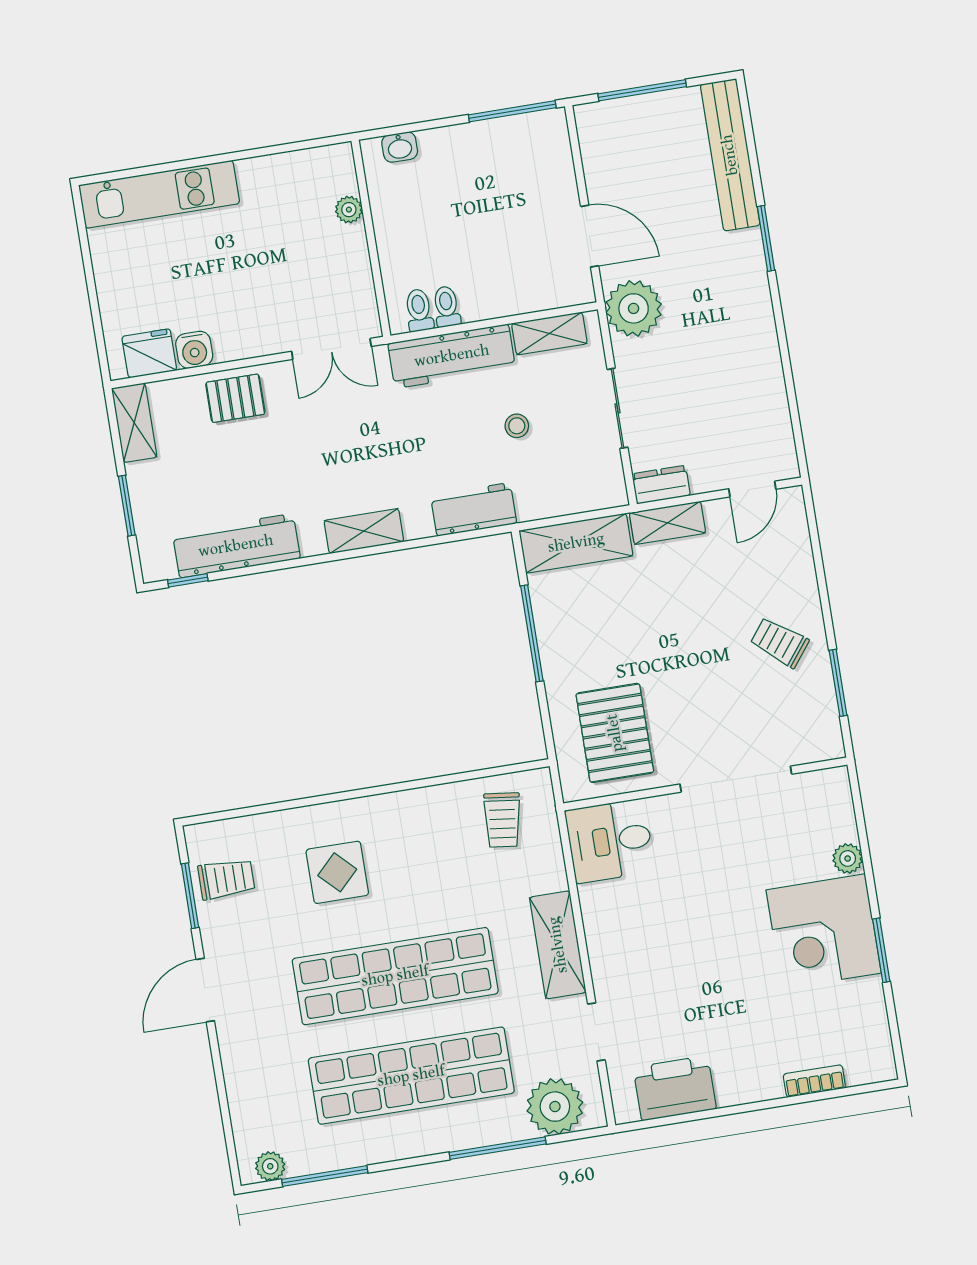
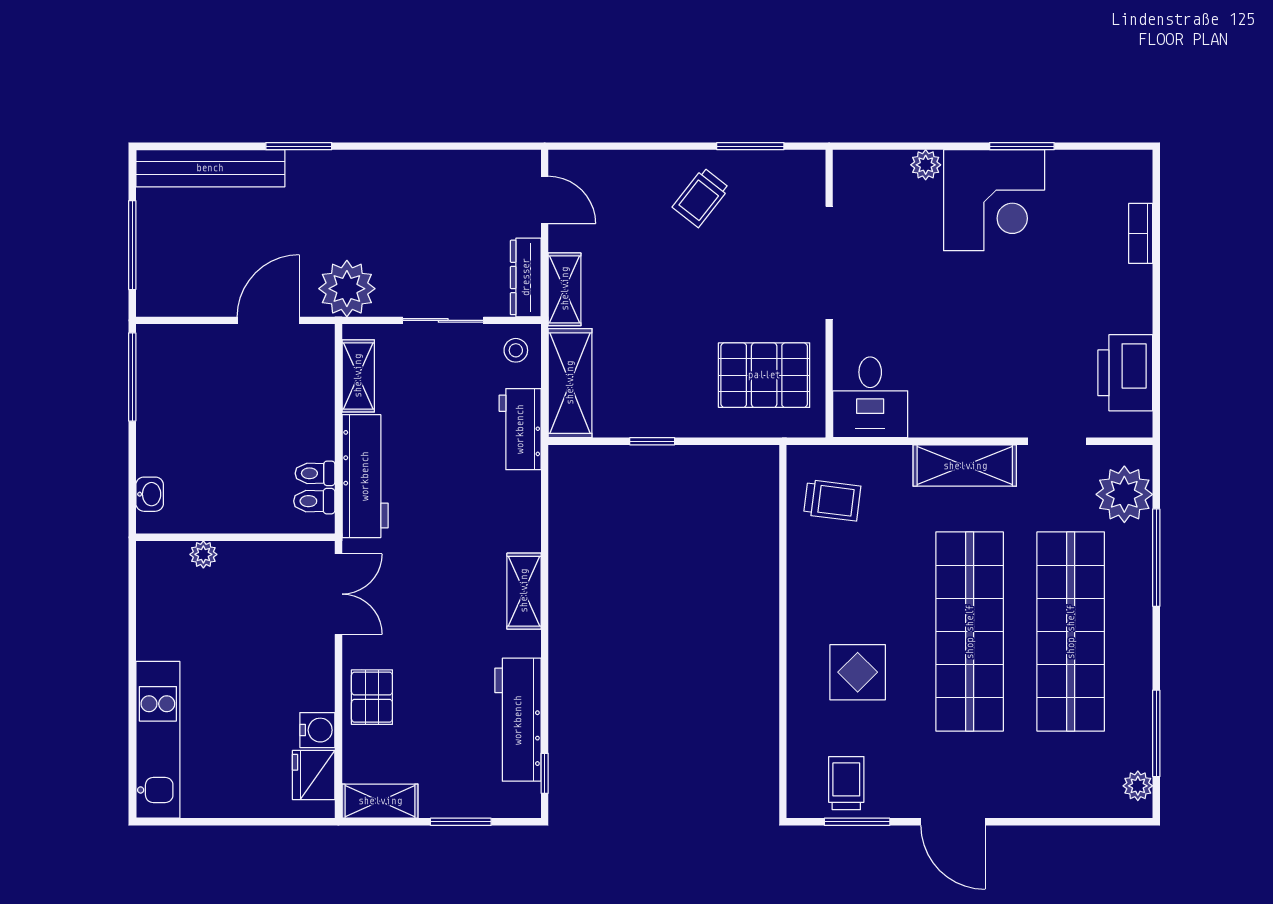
stool: (517, 426) -> (516, 350), moved
dresser: (661, 485) -> (526, 277), width x1.44
workbench: (474, 509) -> (520, 429), moved
window: (532, 633) -> (652, 441), width x0.46

